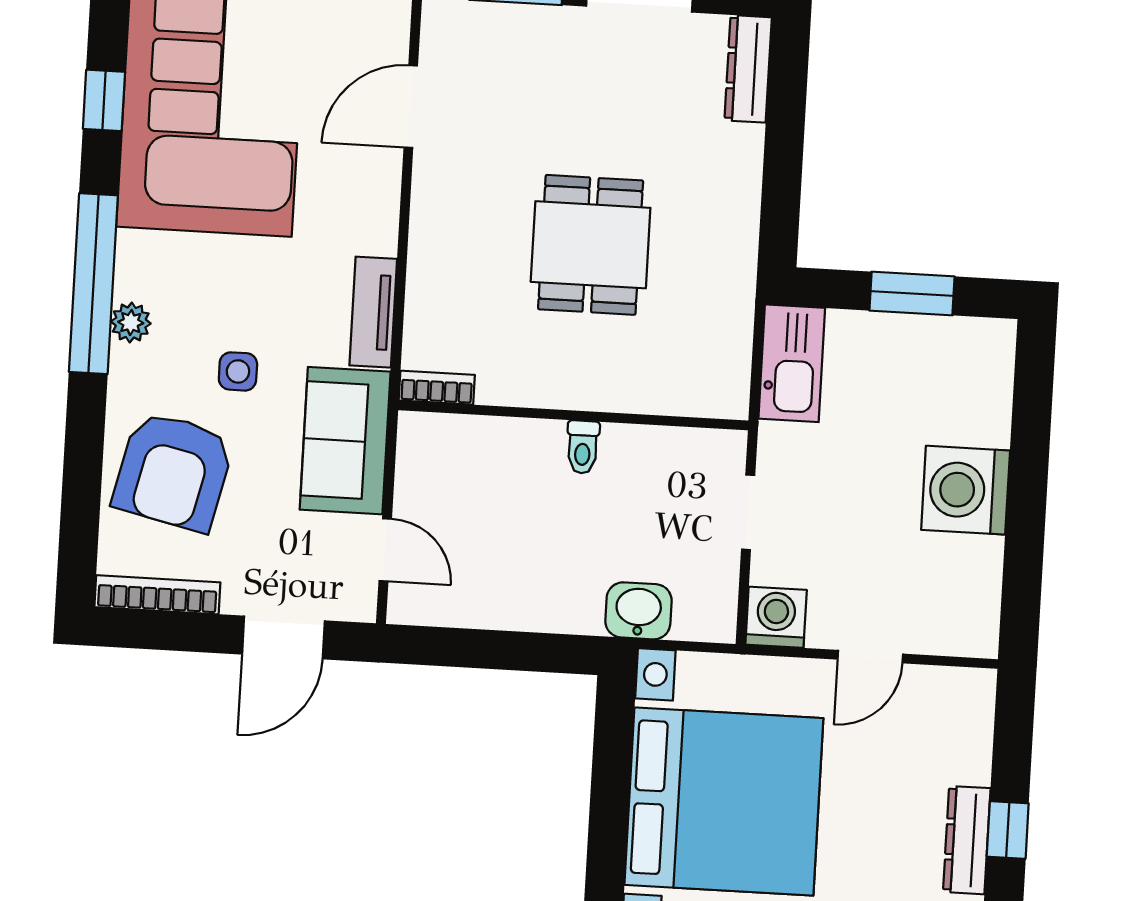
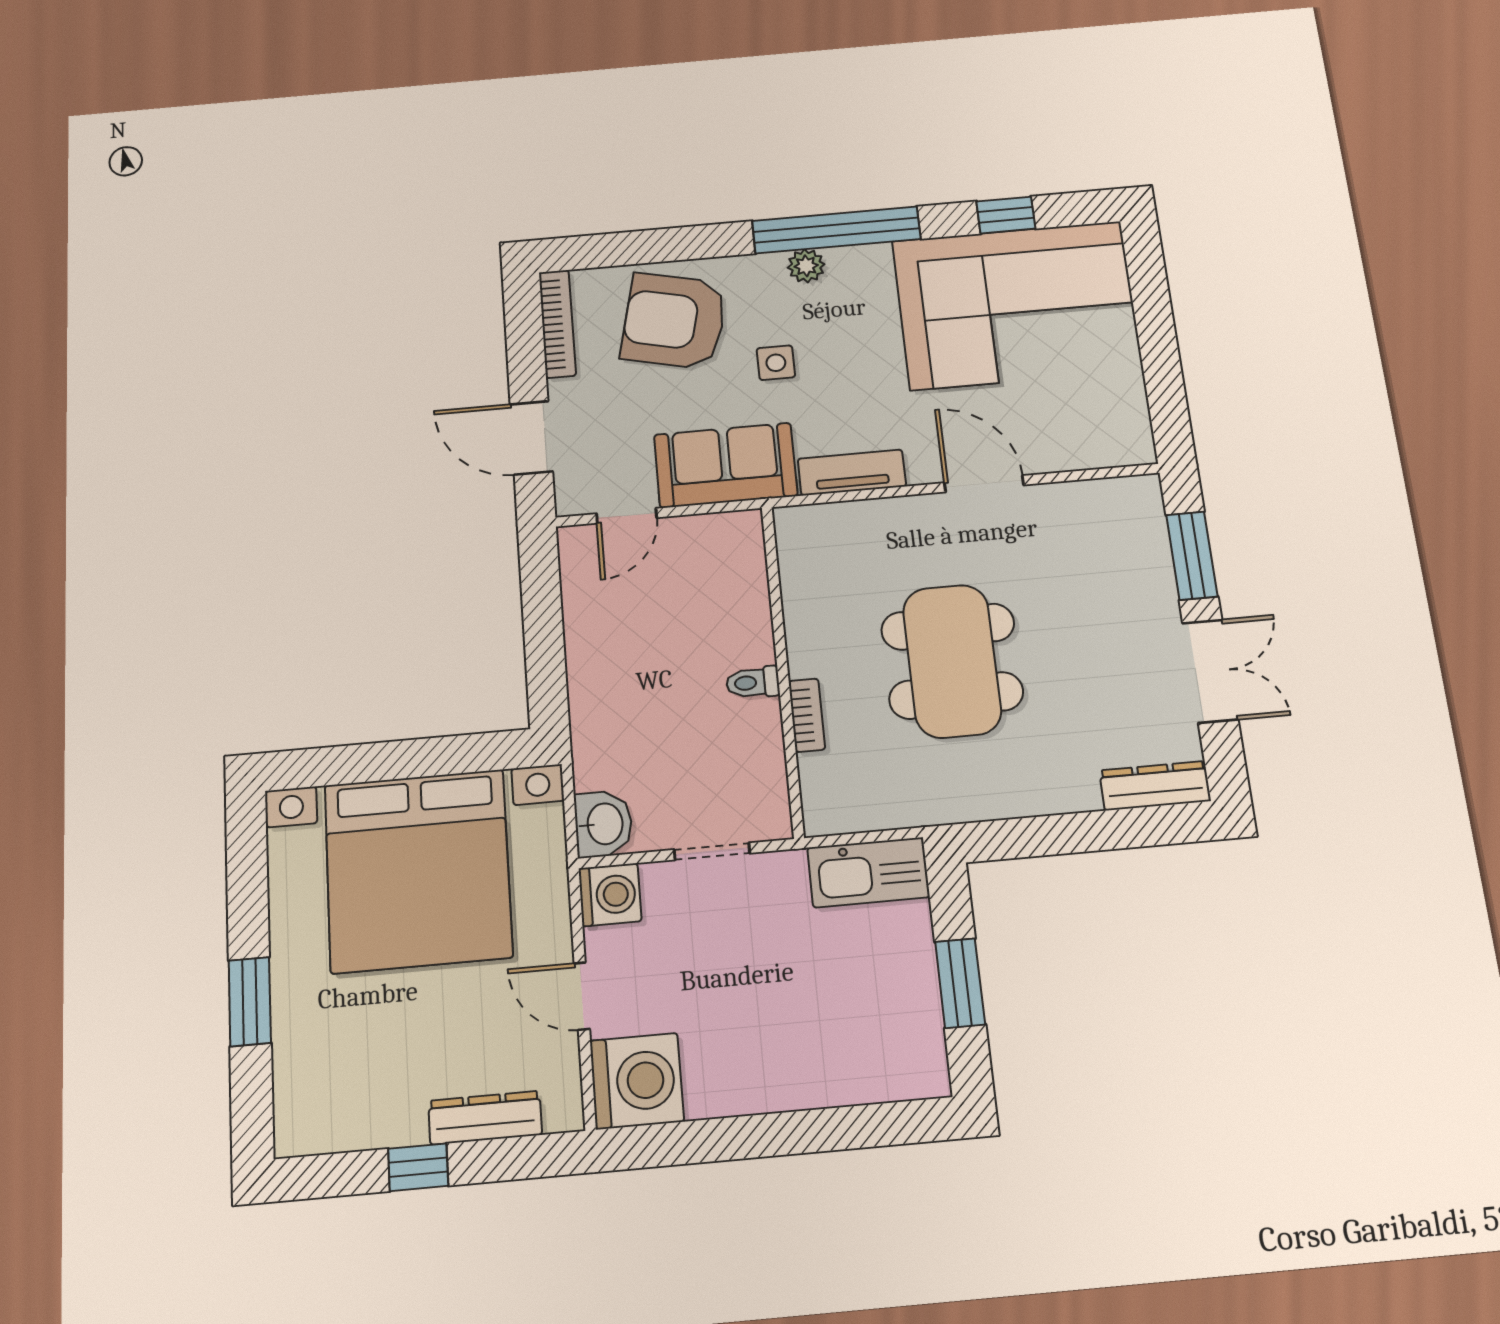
door: (411, 107) -> (984, 484), moved
dining table: (591, 245) -> (952, 661), width x1.38
bookcase: (437, 388) -> (807, 715), moved
washing machine: (966, 490) -> (637, 1081), moved, turned 90
washbasin: (638, 611) -> (603, 824), moved
dresser: (967, 840) -> (485, 1118), moved

